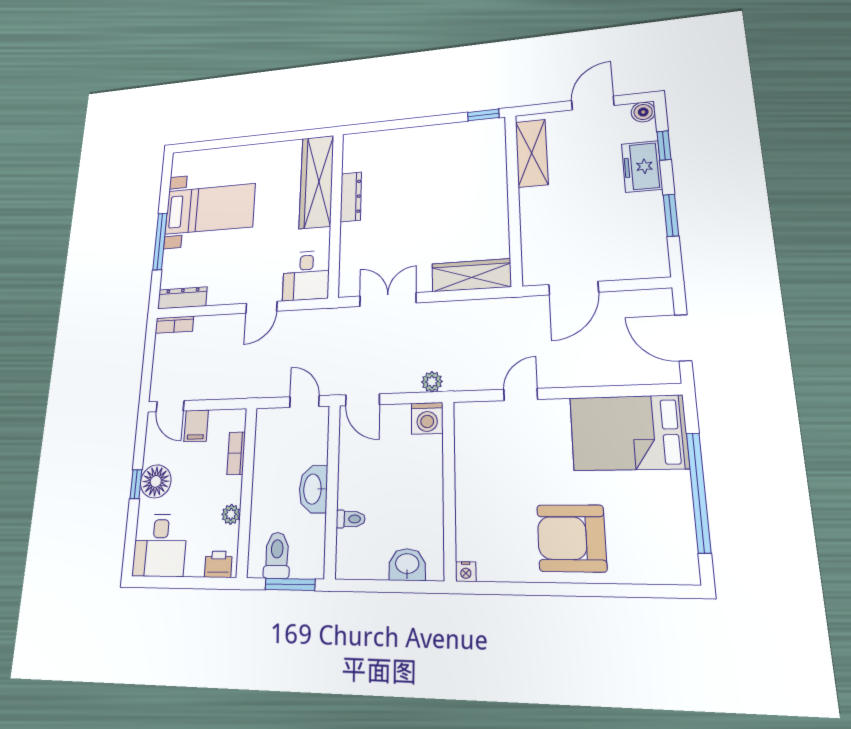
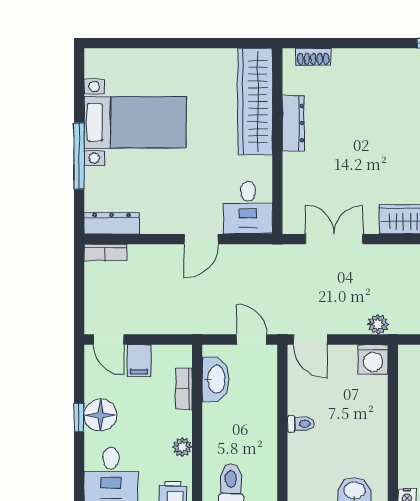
shoe rack: (370, 138) -> (313, 57), added
washbasin: (313, 489) -> (216, 379), moved, turned 180
toilet: (351, 519) -> (301, 424), moved

